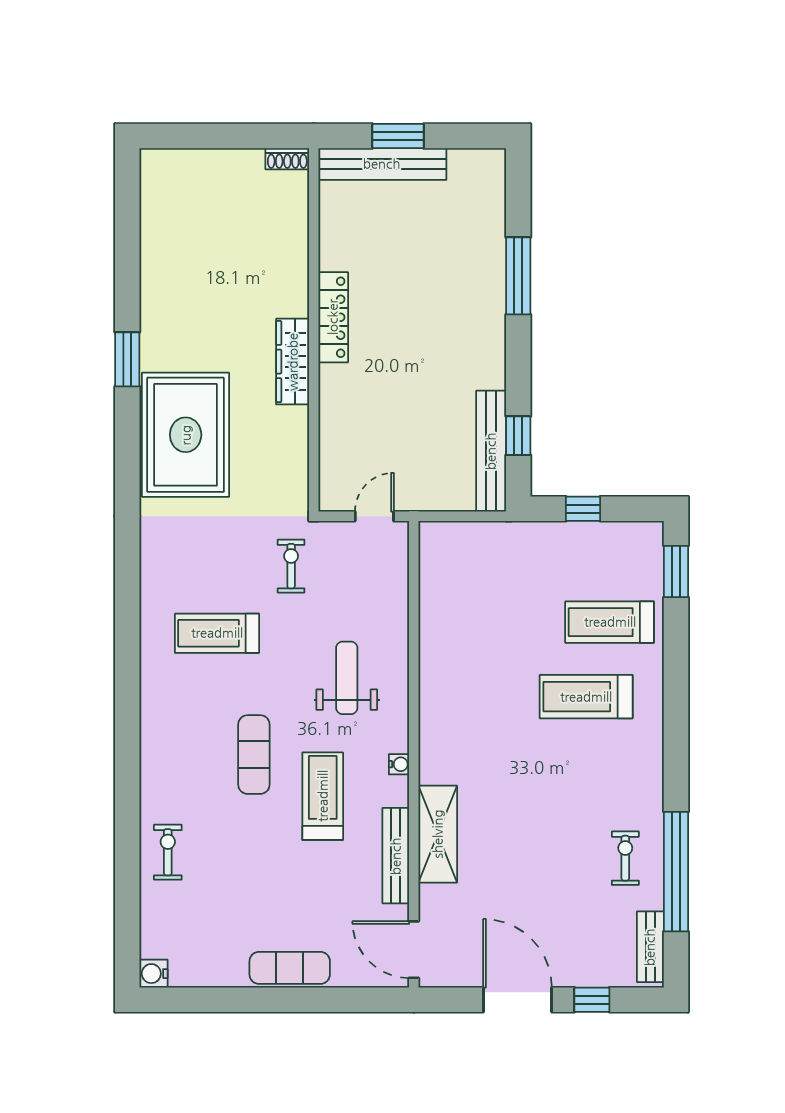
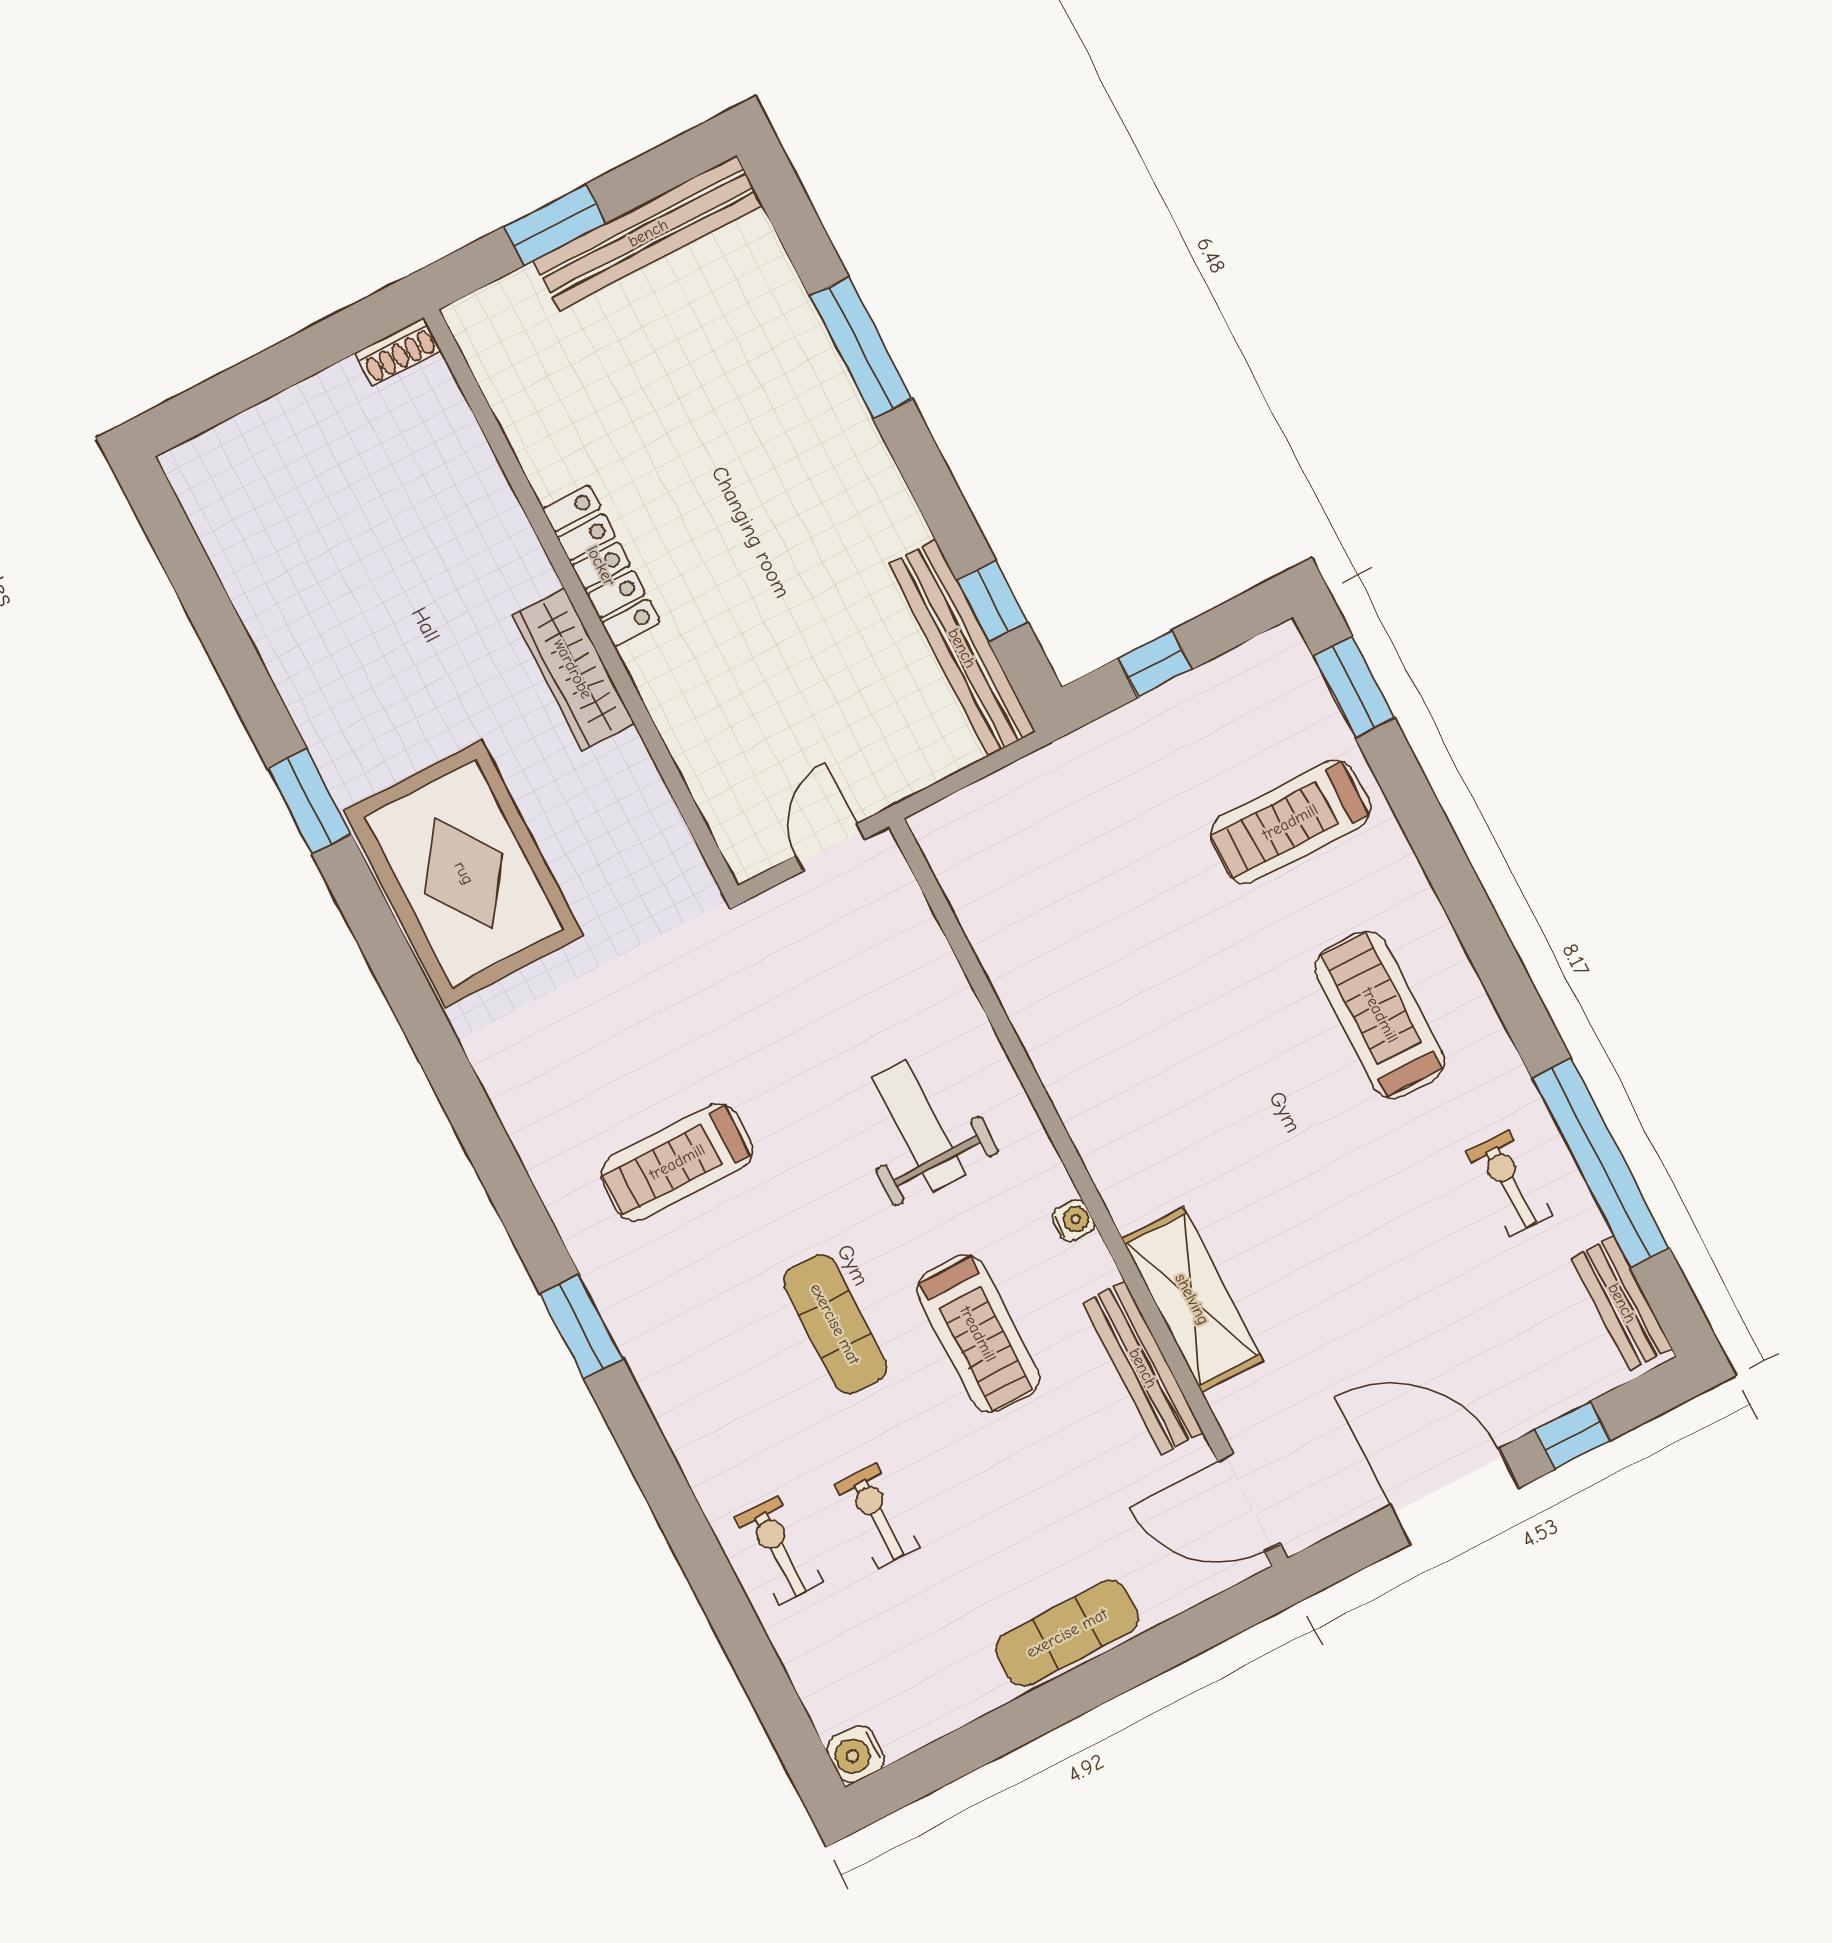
bench: (382, 164) -> (648, 233), moved
exercise bike: (291, 566) -> (877, 1516), moved
window: (127, 690) -> (582, 1327), added
treadmill: (586, 697) -> (1380, 1015), moved, turned 90
treadmill: (323, 796) -> (978, 1334), turned 180

